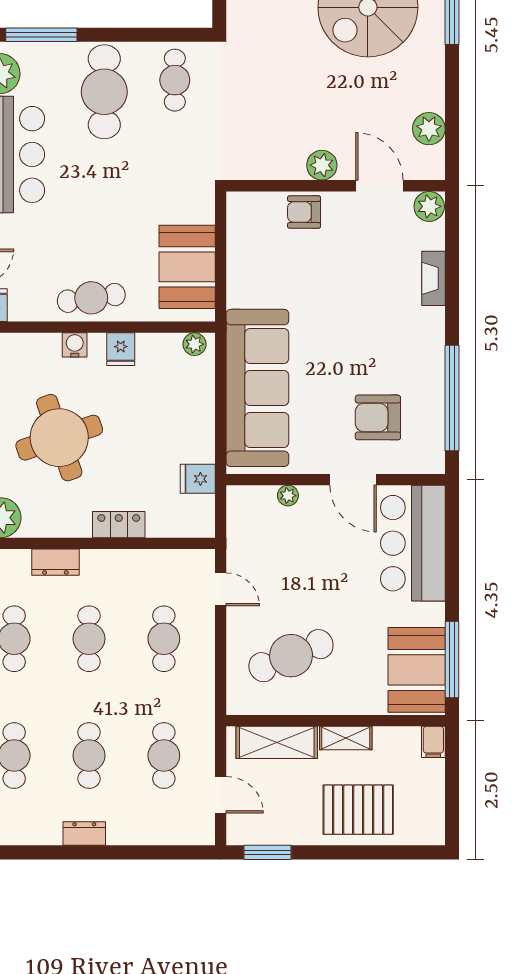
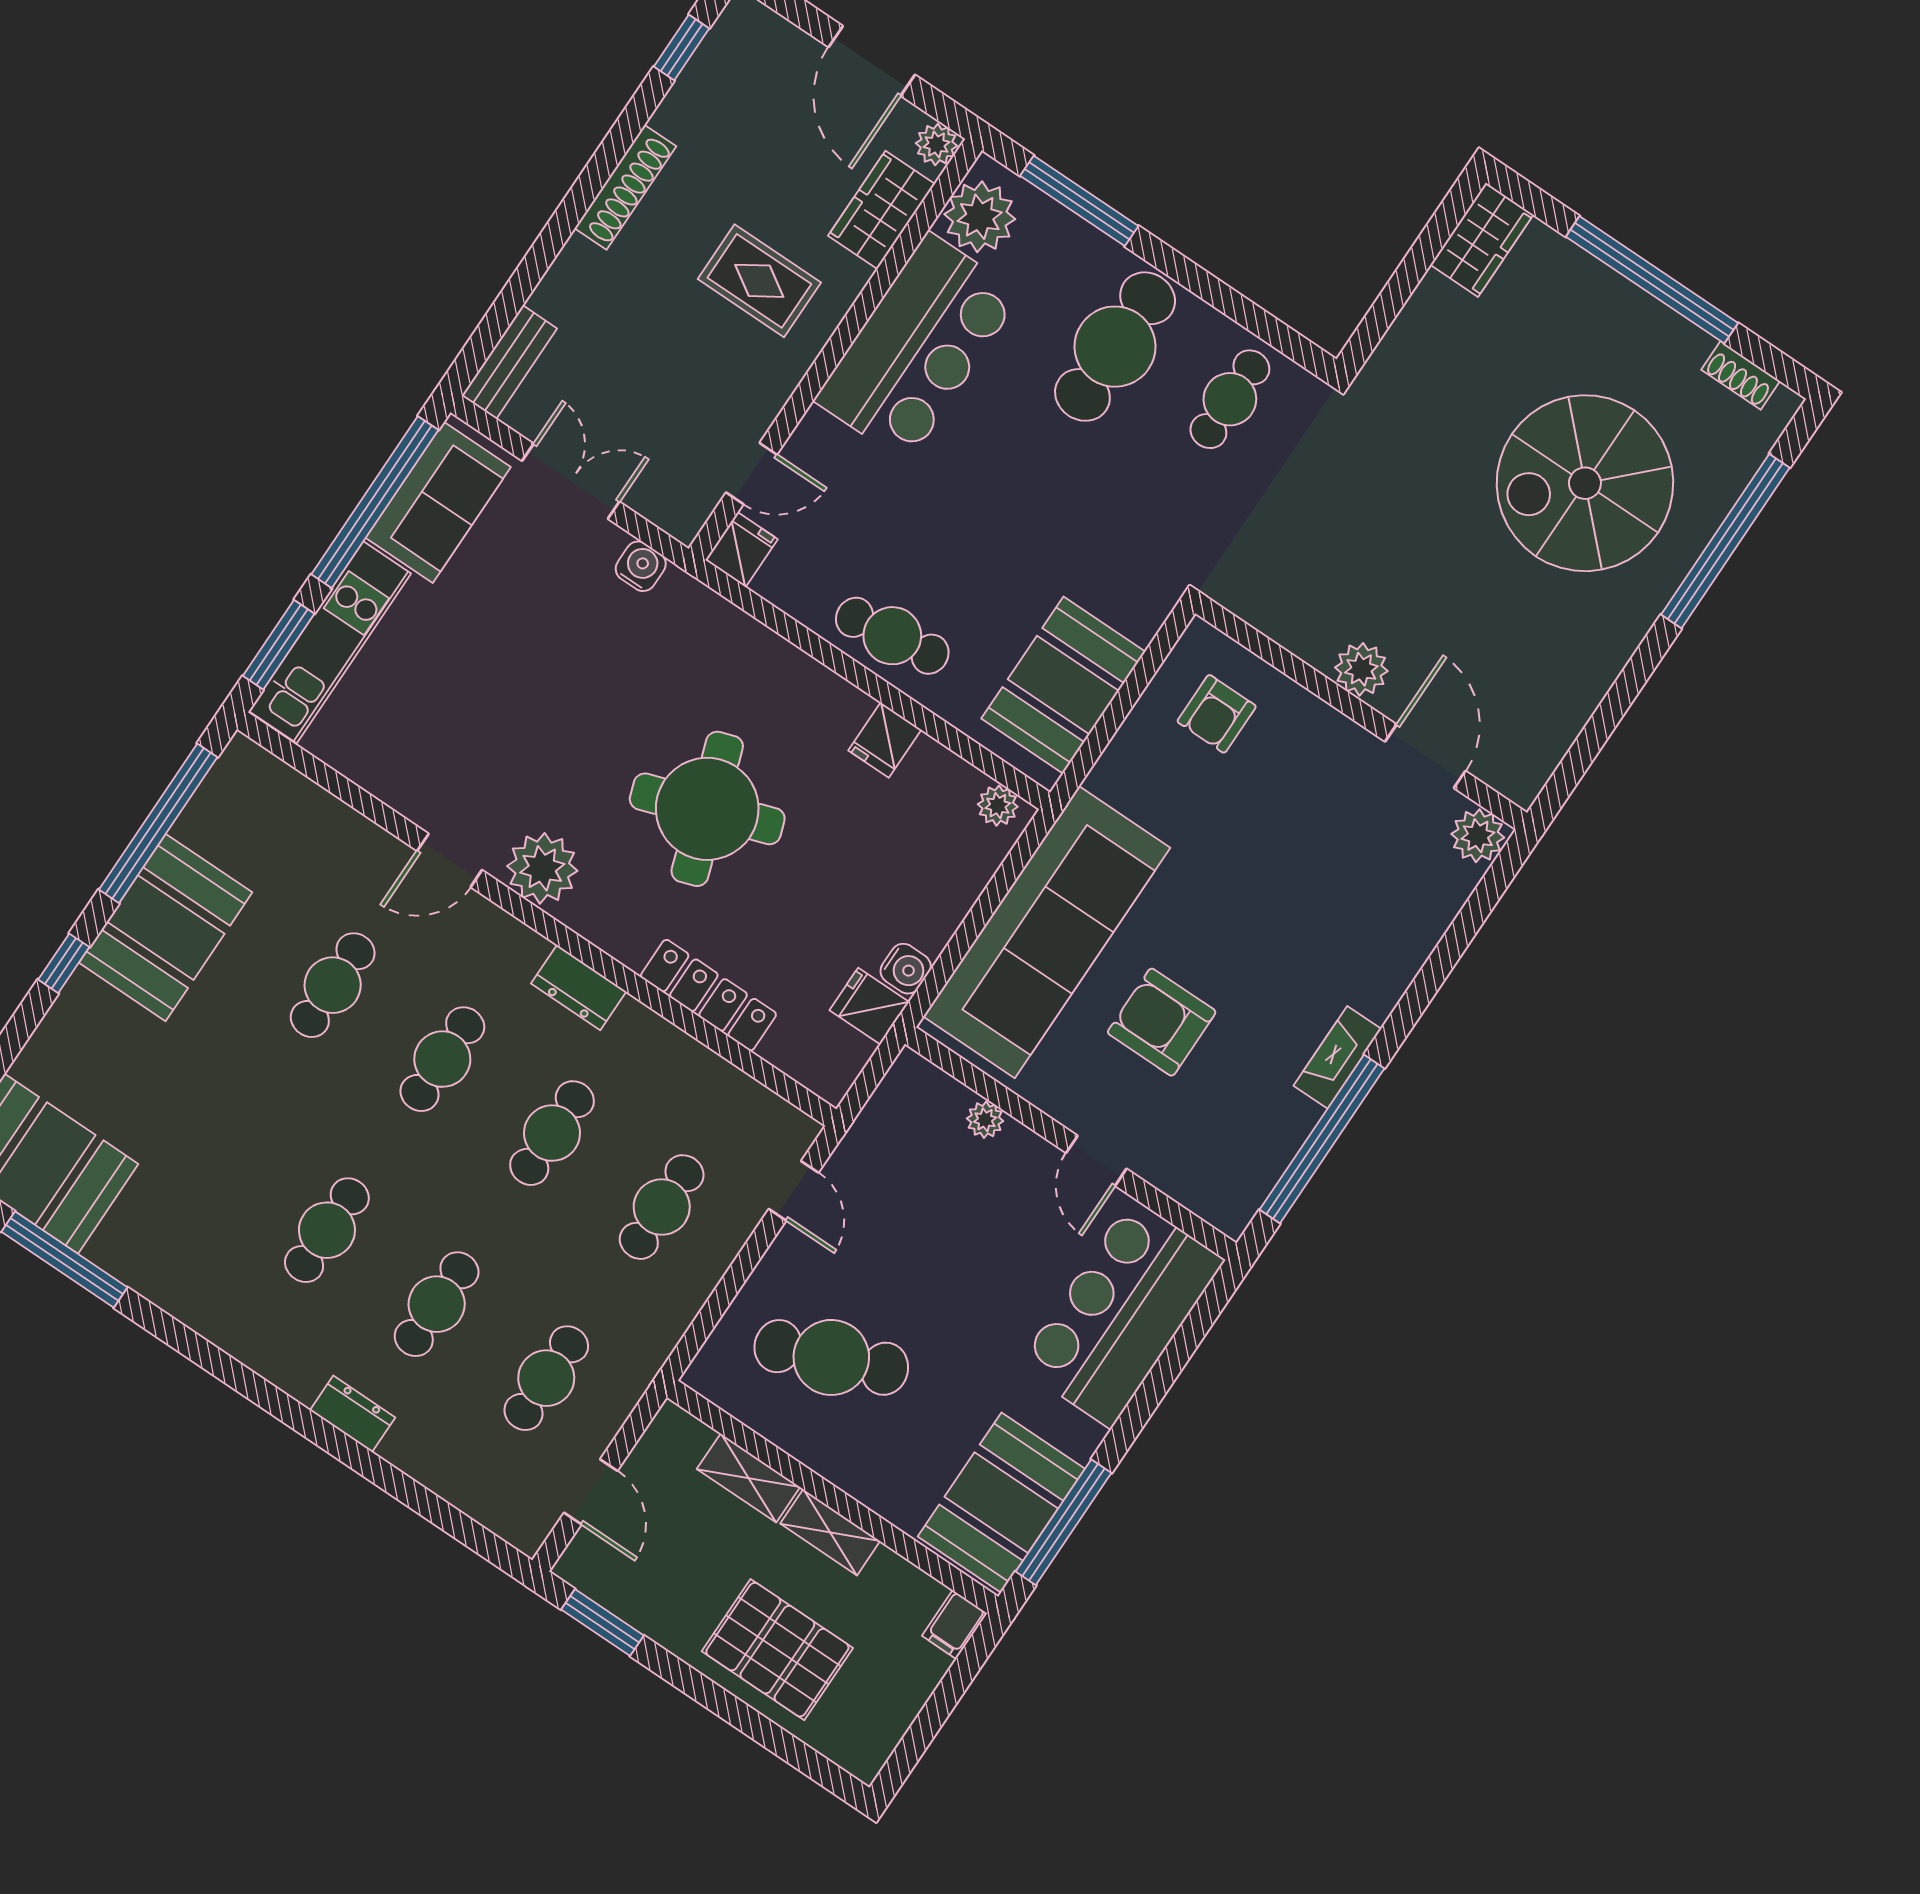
plant: (429, 129) -> (1554, 722), removed
armchair: (304, 212) -> (1217, 714), moved, turned -90
fireplace: (433, 278) -> (1338, 1057), moved
water cooler: (75, 345) -> (906, 969), moved, turned 90
armchair: (378, 417) -> (1162, 1022), moved
door: (353, 480) -> (1096, 1161), width x0.73
locker: (119, 525) -> (708, 995), width x1.53
shelving: (277, 742) -> (748, 1478), width x0.67, depth x0.75

